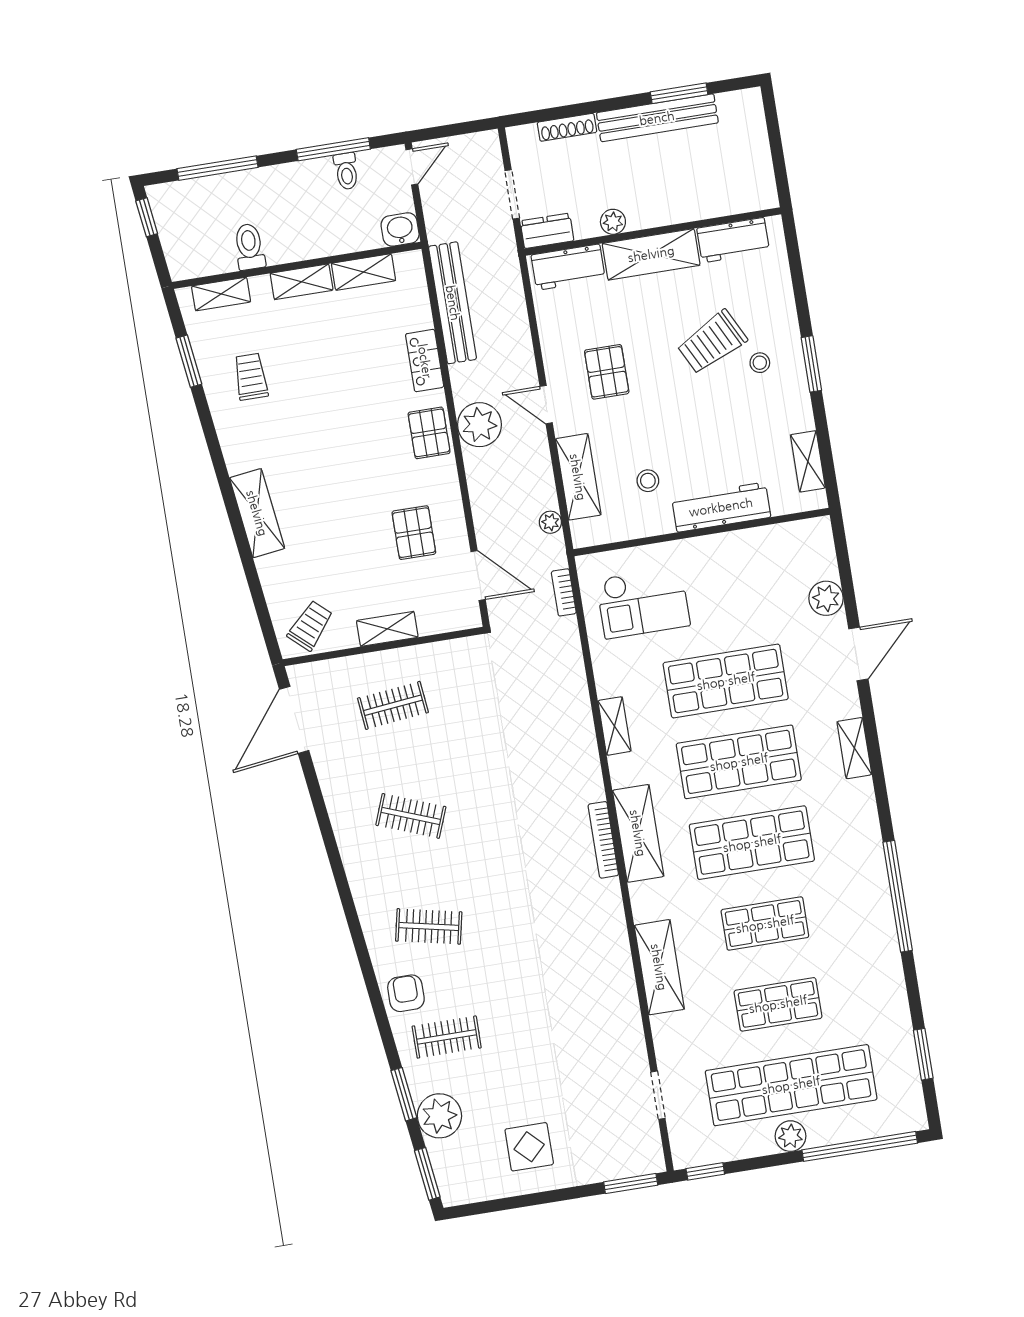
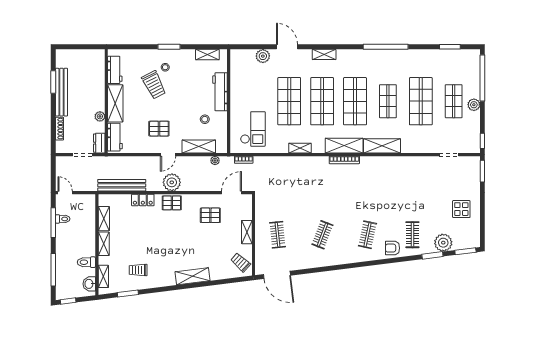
washbasin: (400, 229) -> (89, 284), moved
shelving: (659, 967) -> (382, 146), moved
shop shelf: (778, 1004) -> (421, 101), width x1.43, depth x1.36
shop shelf: (791, 1085) -> (454, 101), width x0.50, depth x0.74

